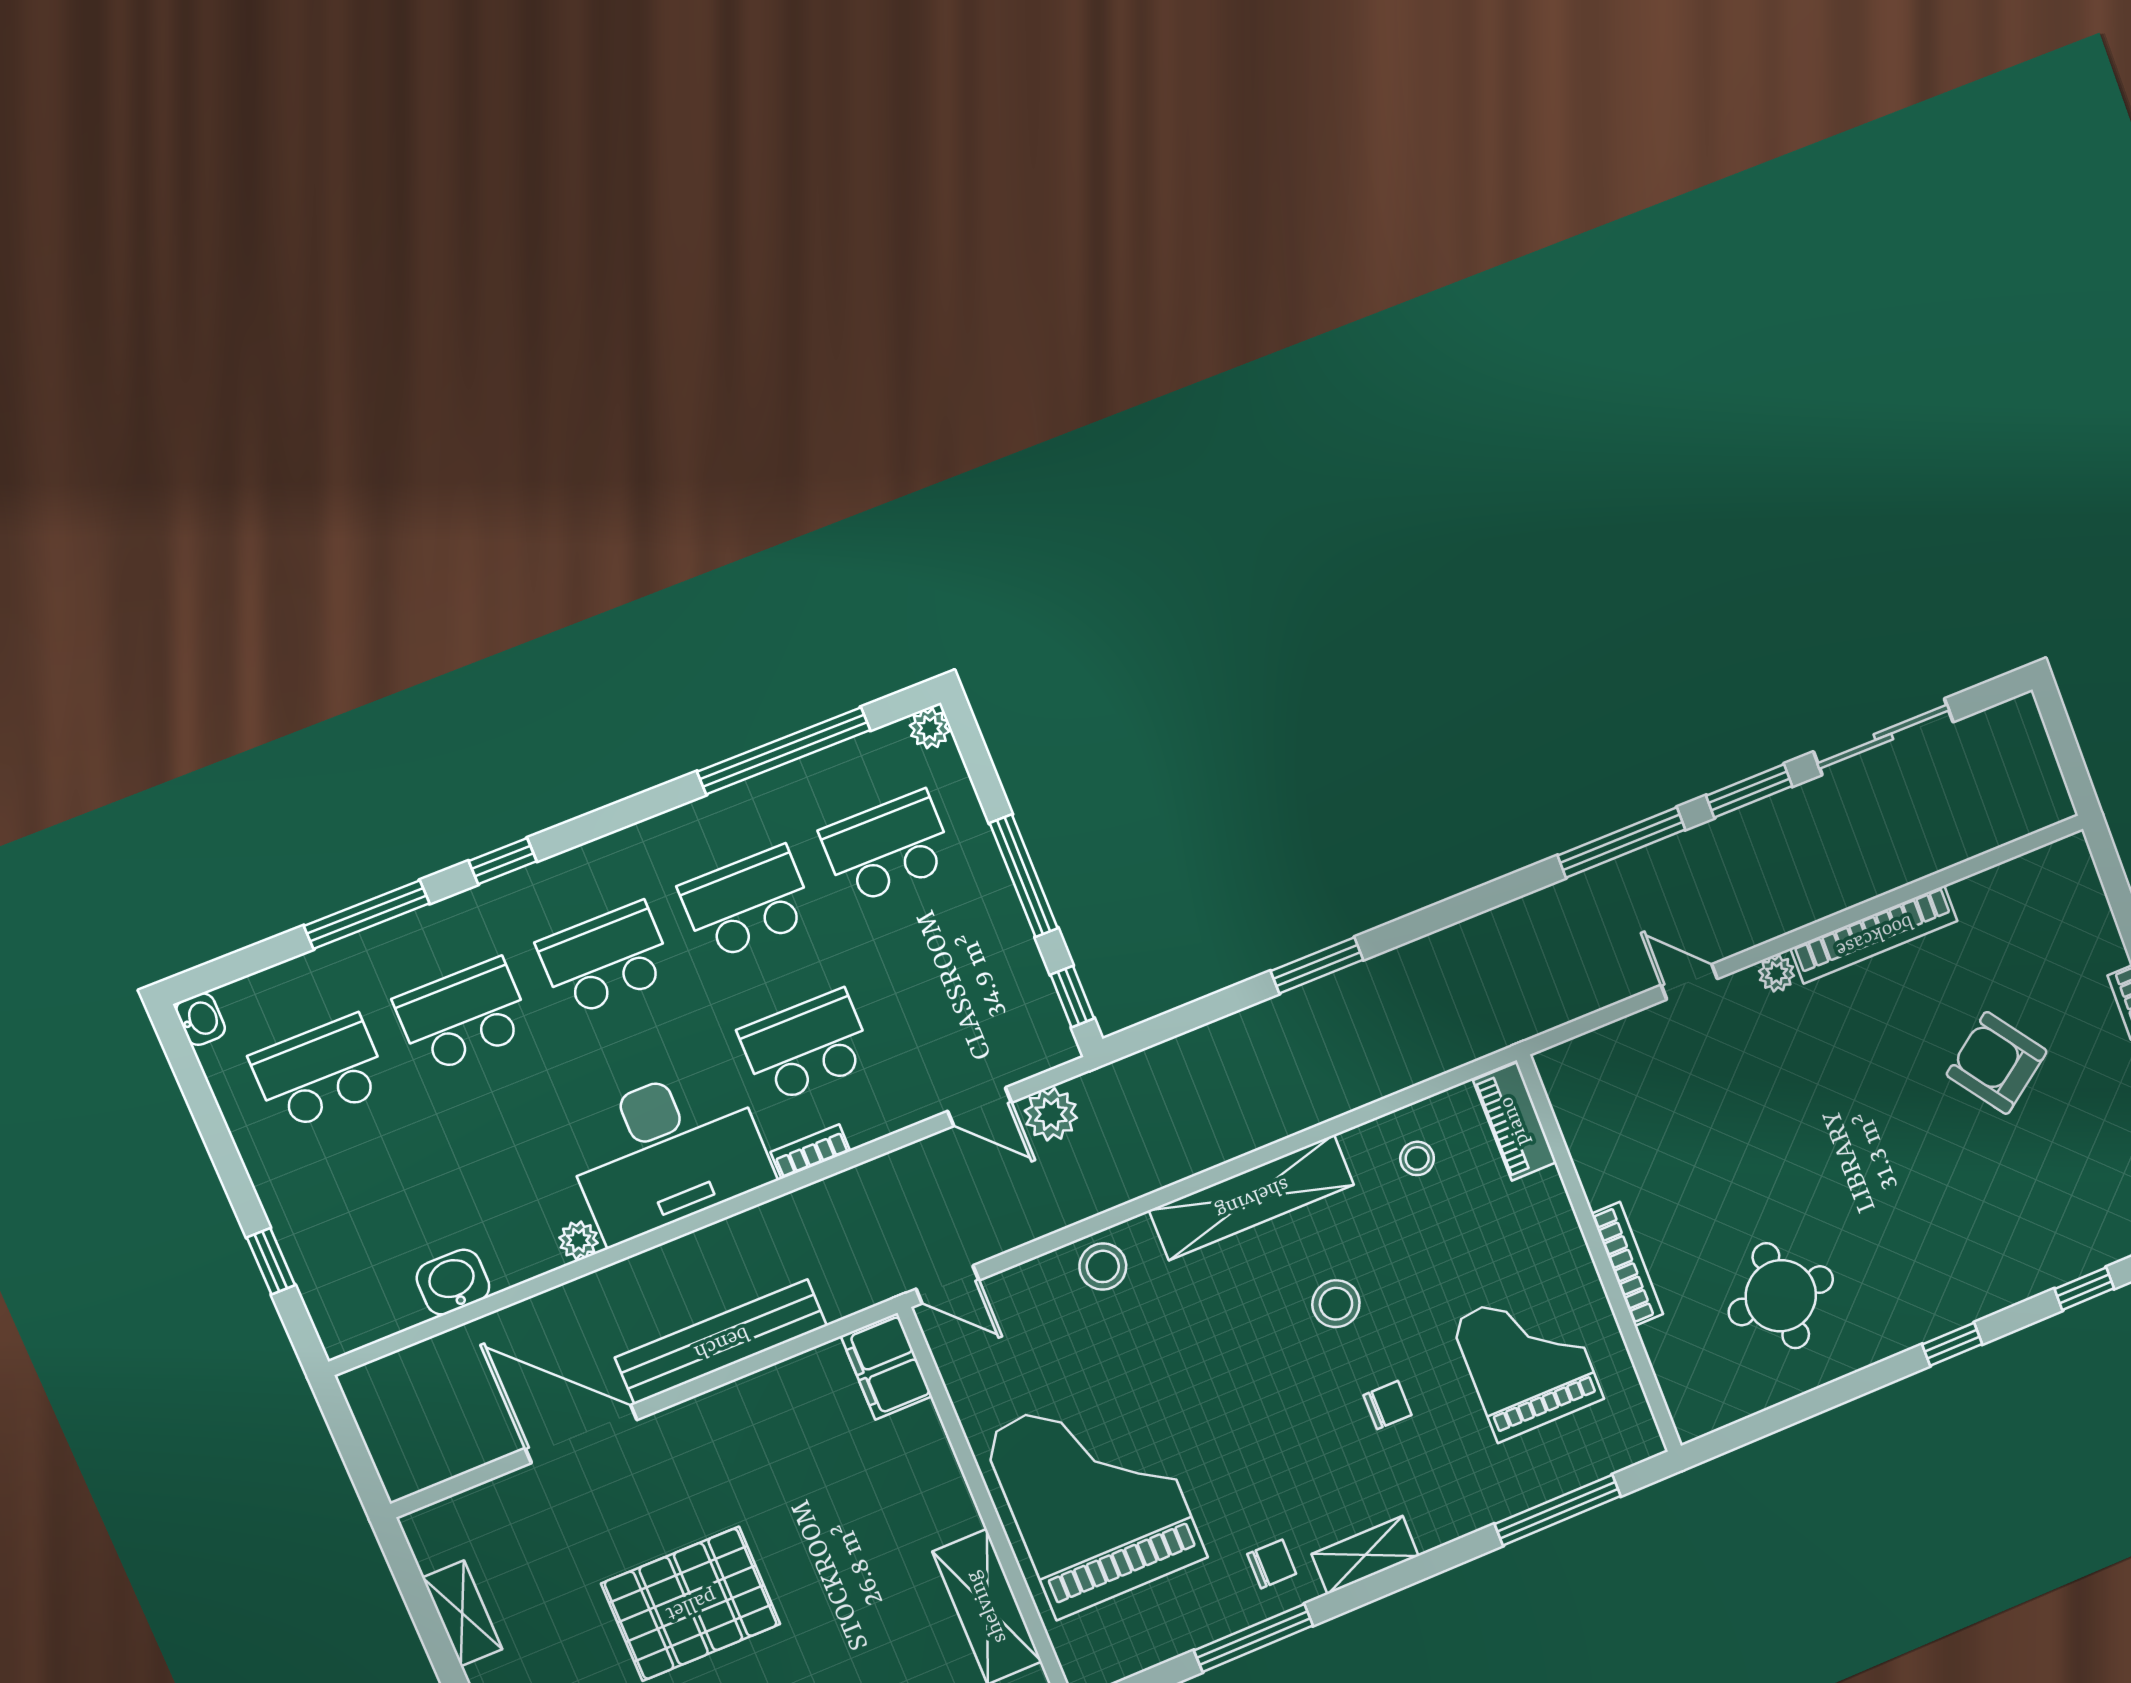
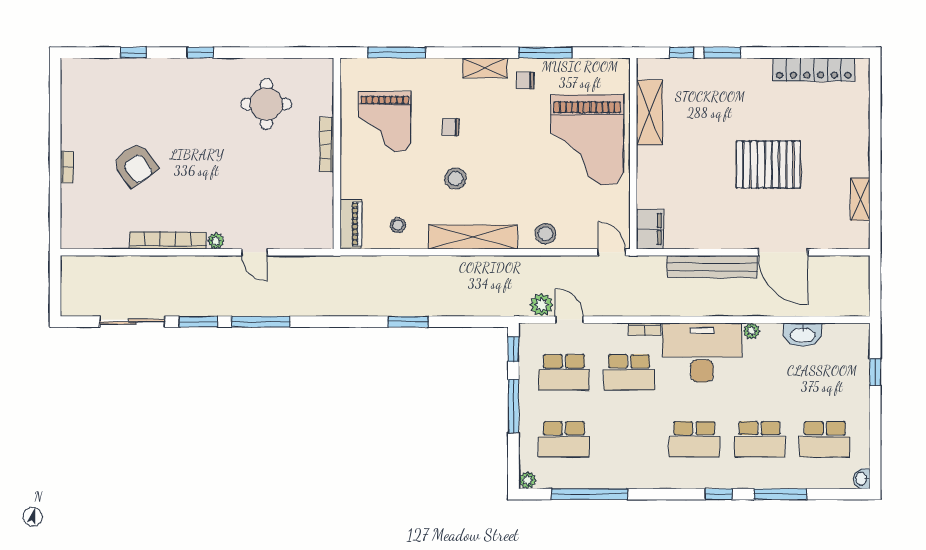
school desk: (747, 903) -> (564, 372), moved
washbasin: (453, 1282) -> (802, 335), width x1.38

